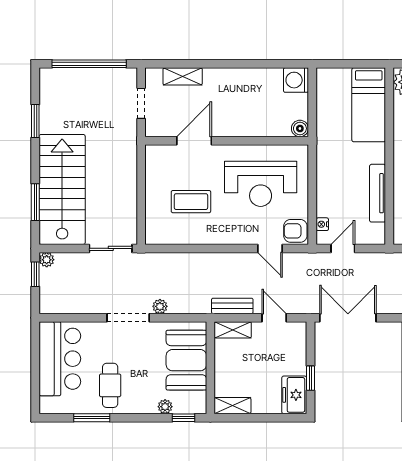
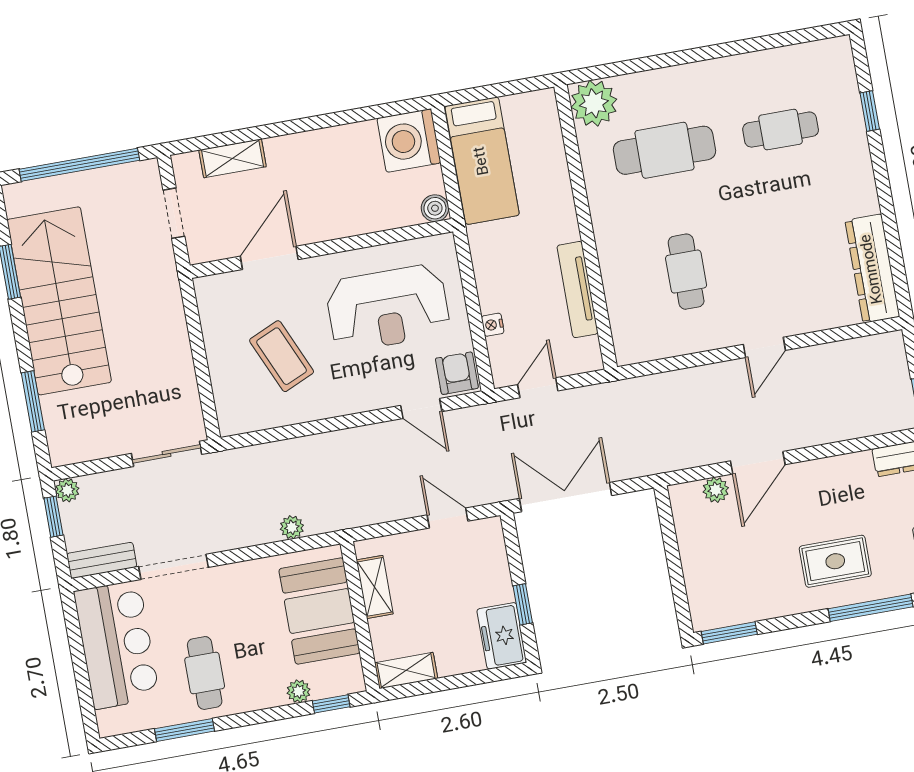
washing machine: (296, 80) -> (409, 141), width x1.37, depth x1.37
bed: (369, 105) -> (482, 161), moved
stairs: (62, 189) -> (59, 301), moved
coffee table: (191, 202) -> (282, 356), turned 66
nightstand: (322, 224) -> (493, 325), moved
armchair: (295, 231) -> (457, 373), turned 90
plant: (160, 306) -> (292, 527), moved
bench: (232, 306) -> (102, 560), moved
doorway: (128, 318) -> (174, 567), moved
shelving: (233, 330) -> (375, 587), moved, turned 90

